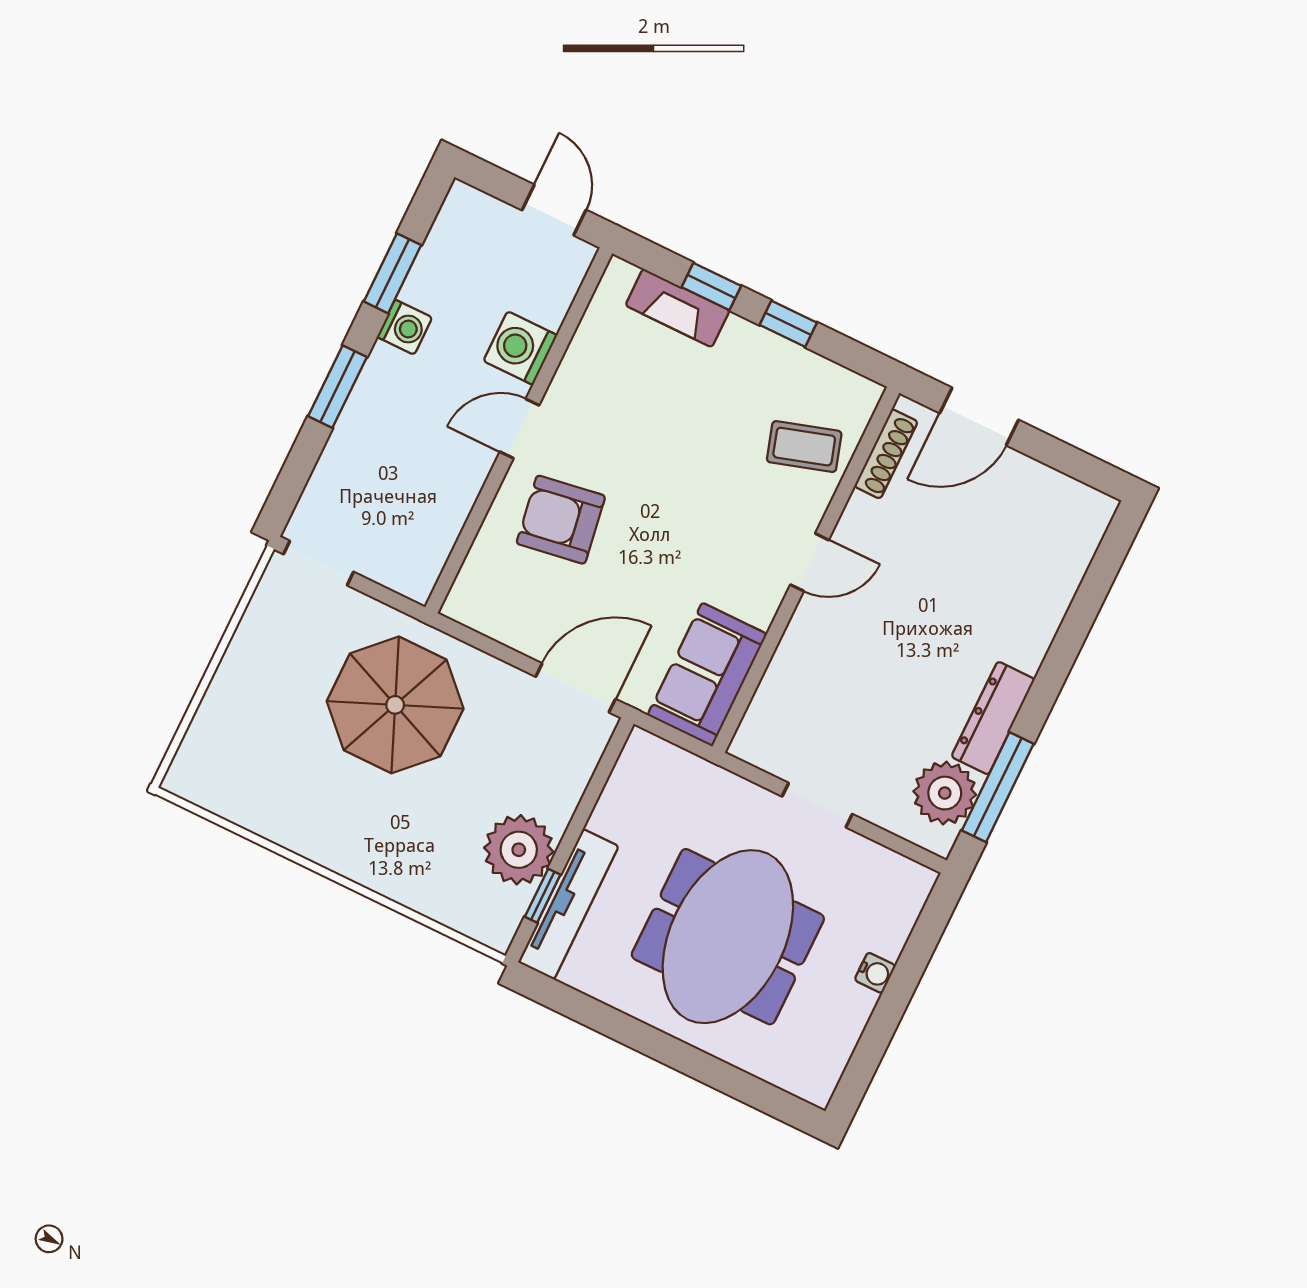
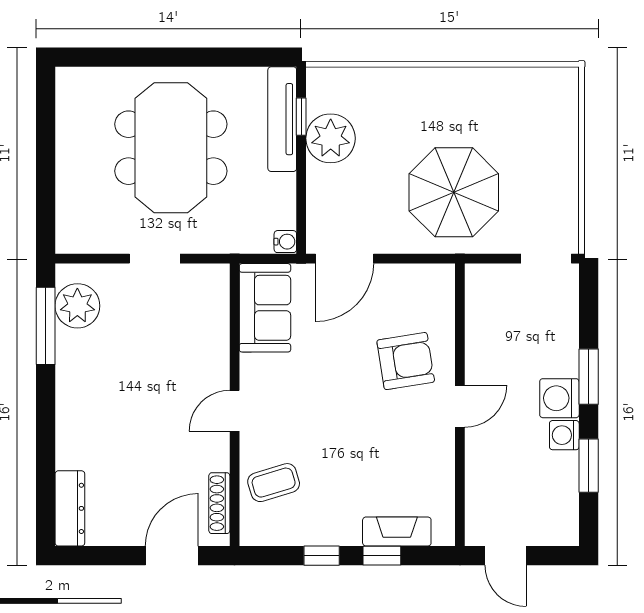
washing machine: (520, 348) -> (559, 398), moved, turned 180
dresser: (993, 718) -> (70, 508), moved
water cooler: (875, 973) -> (285, 242), moved, turned 180

